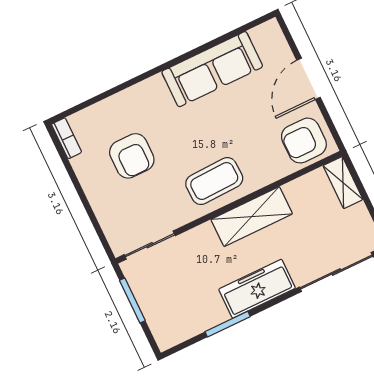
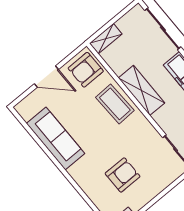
armchair: (304, 141) -> (86, 70), turned 90
coffee table: (214, 181) -> (115, 104), moved

